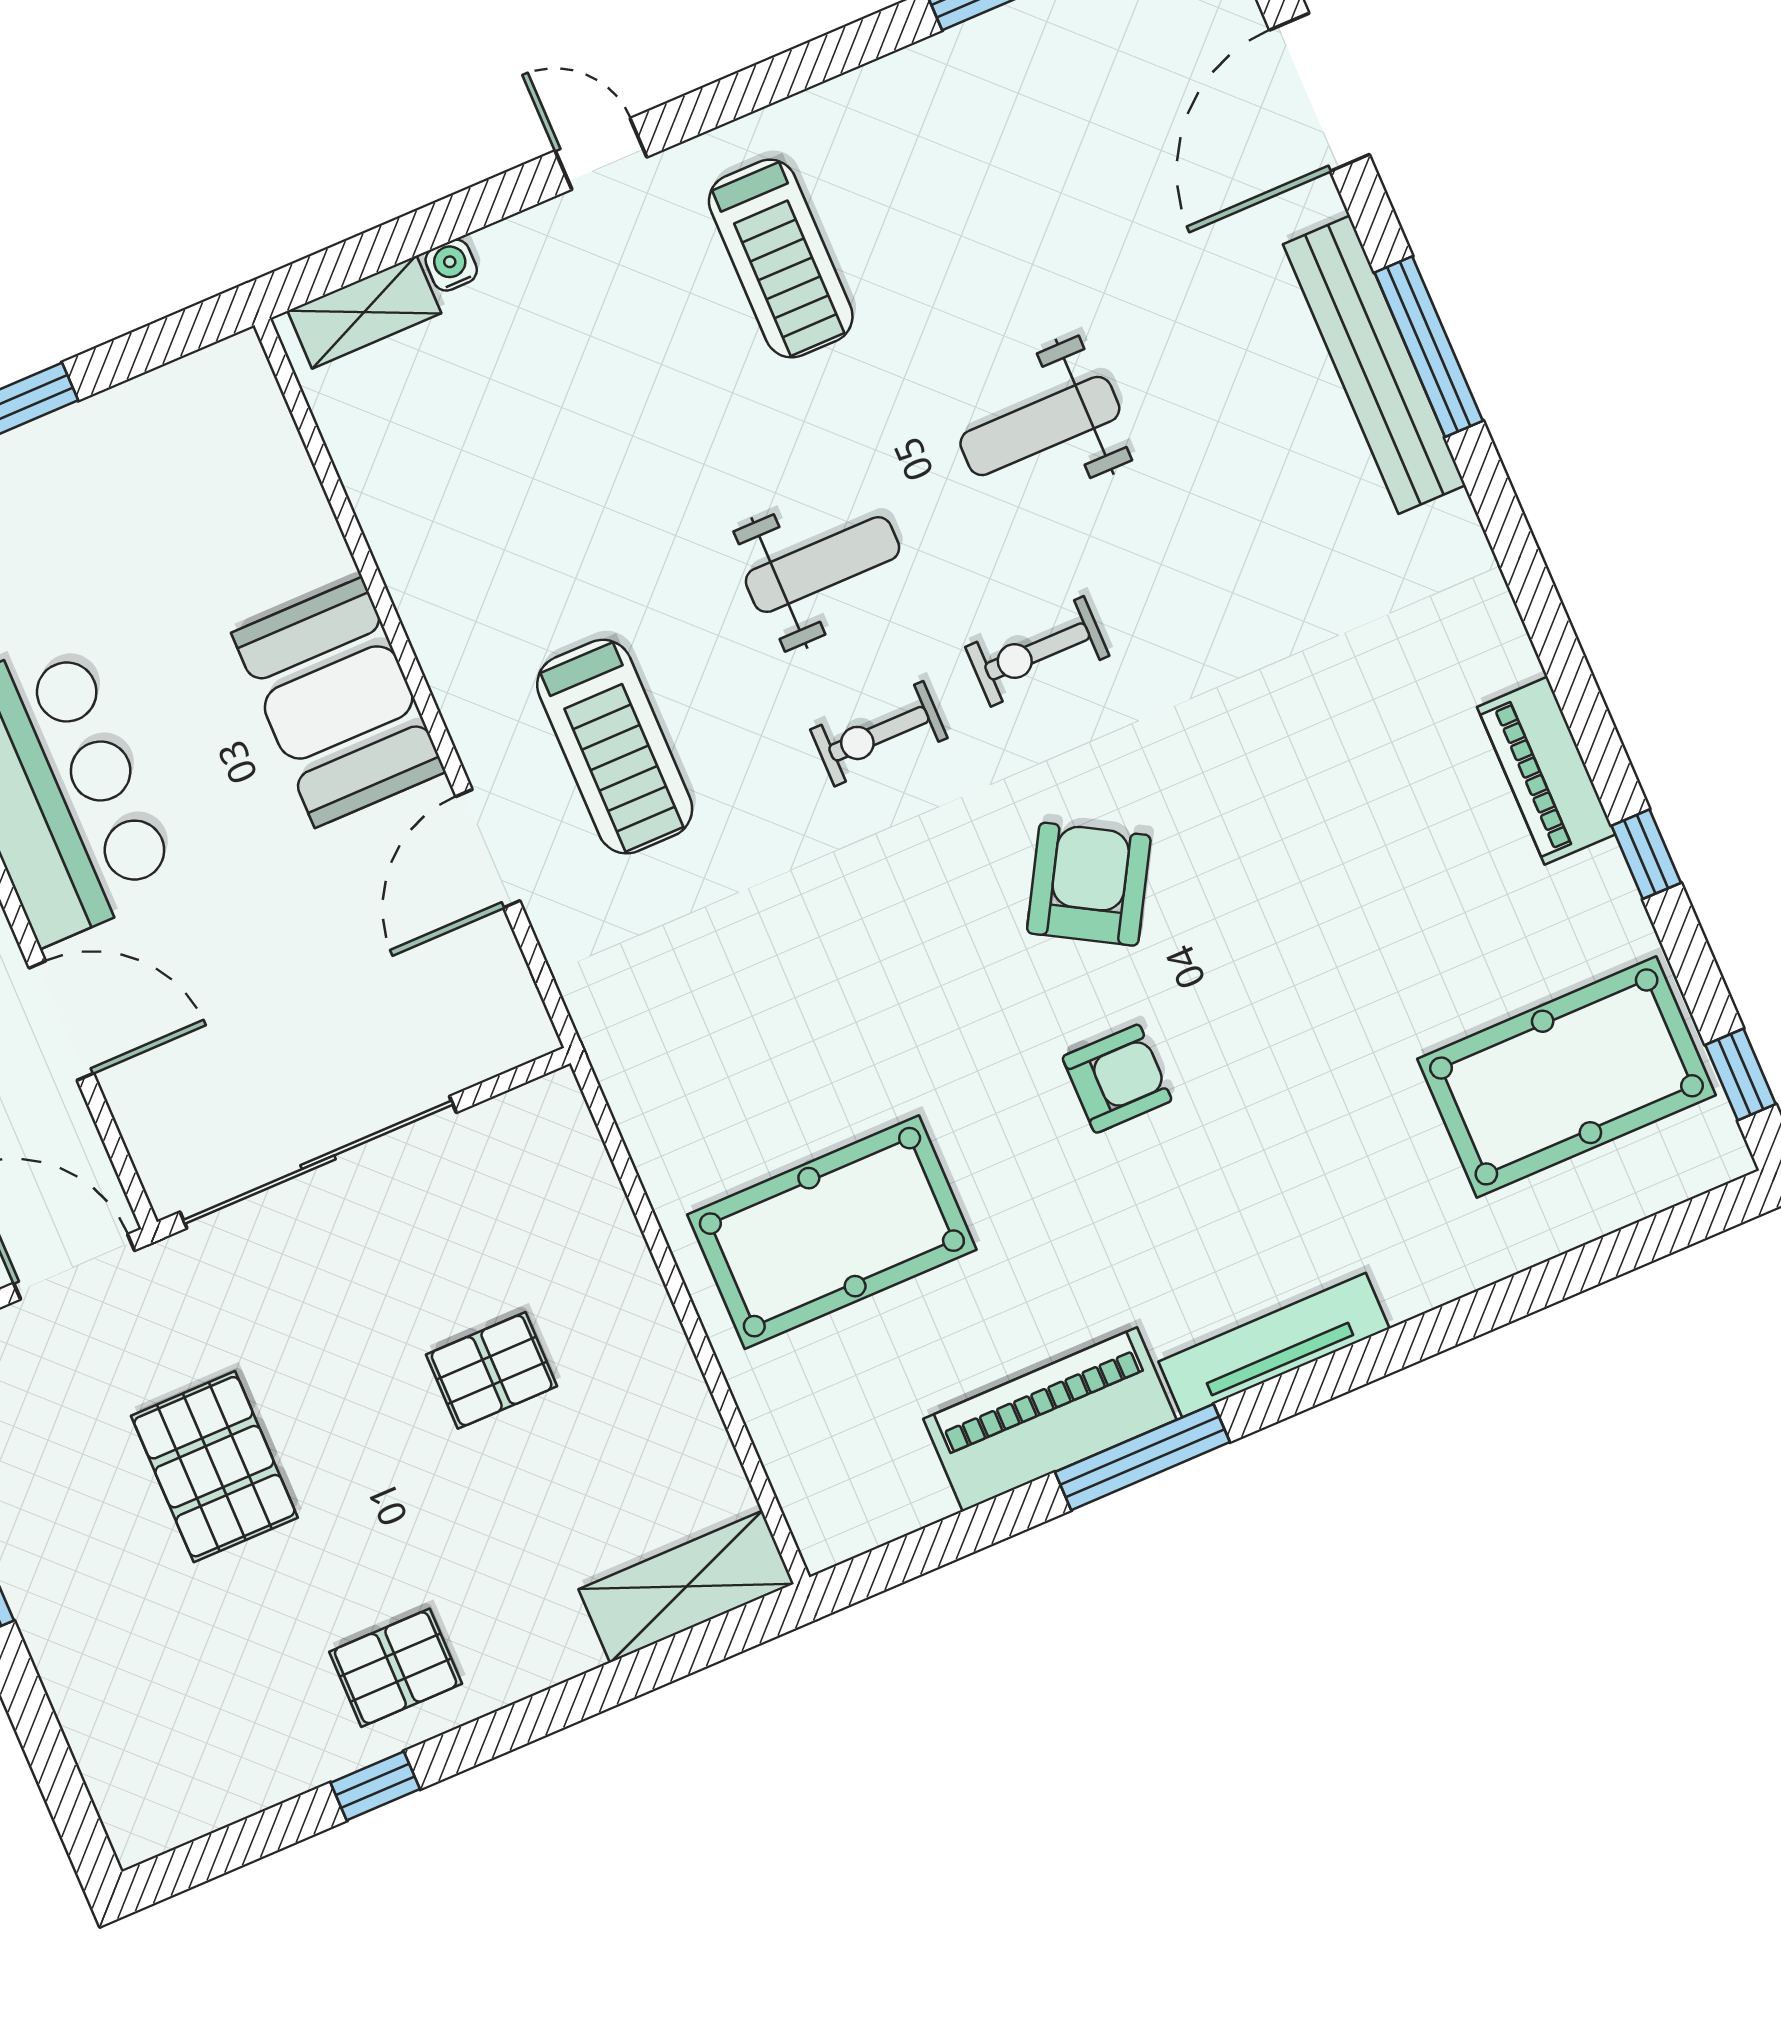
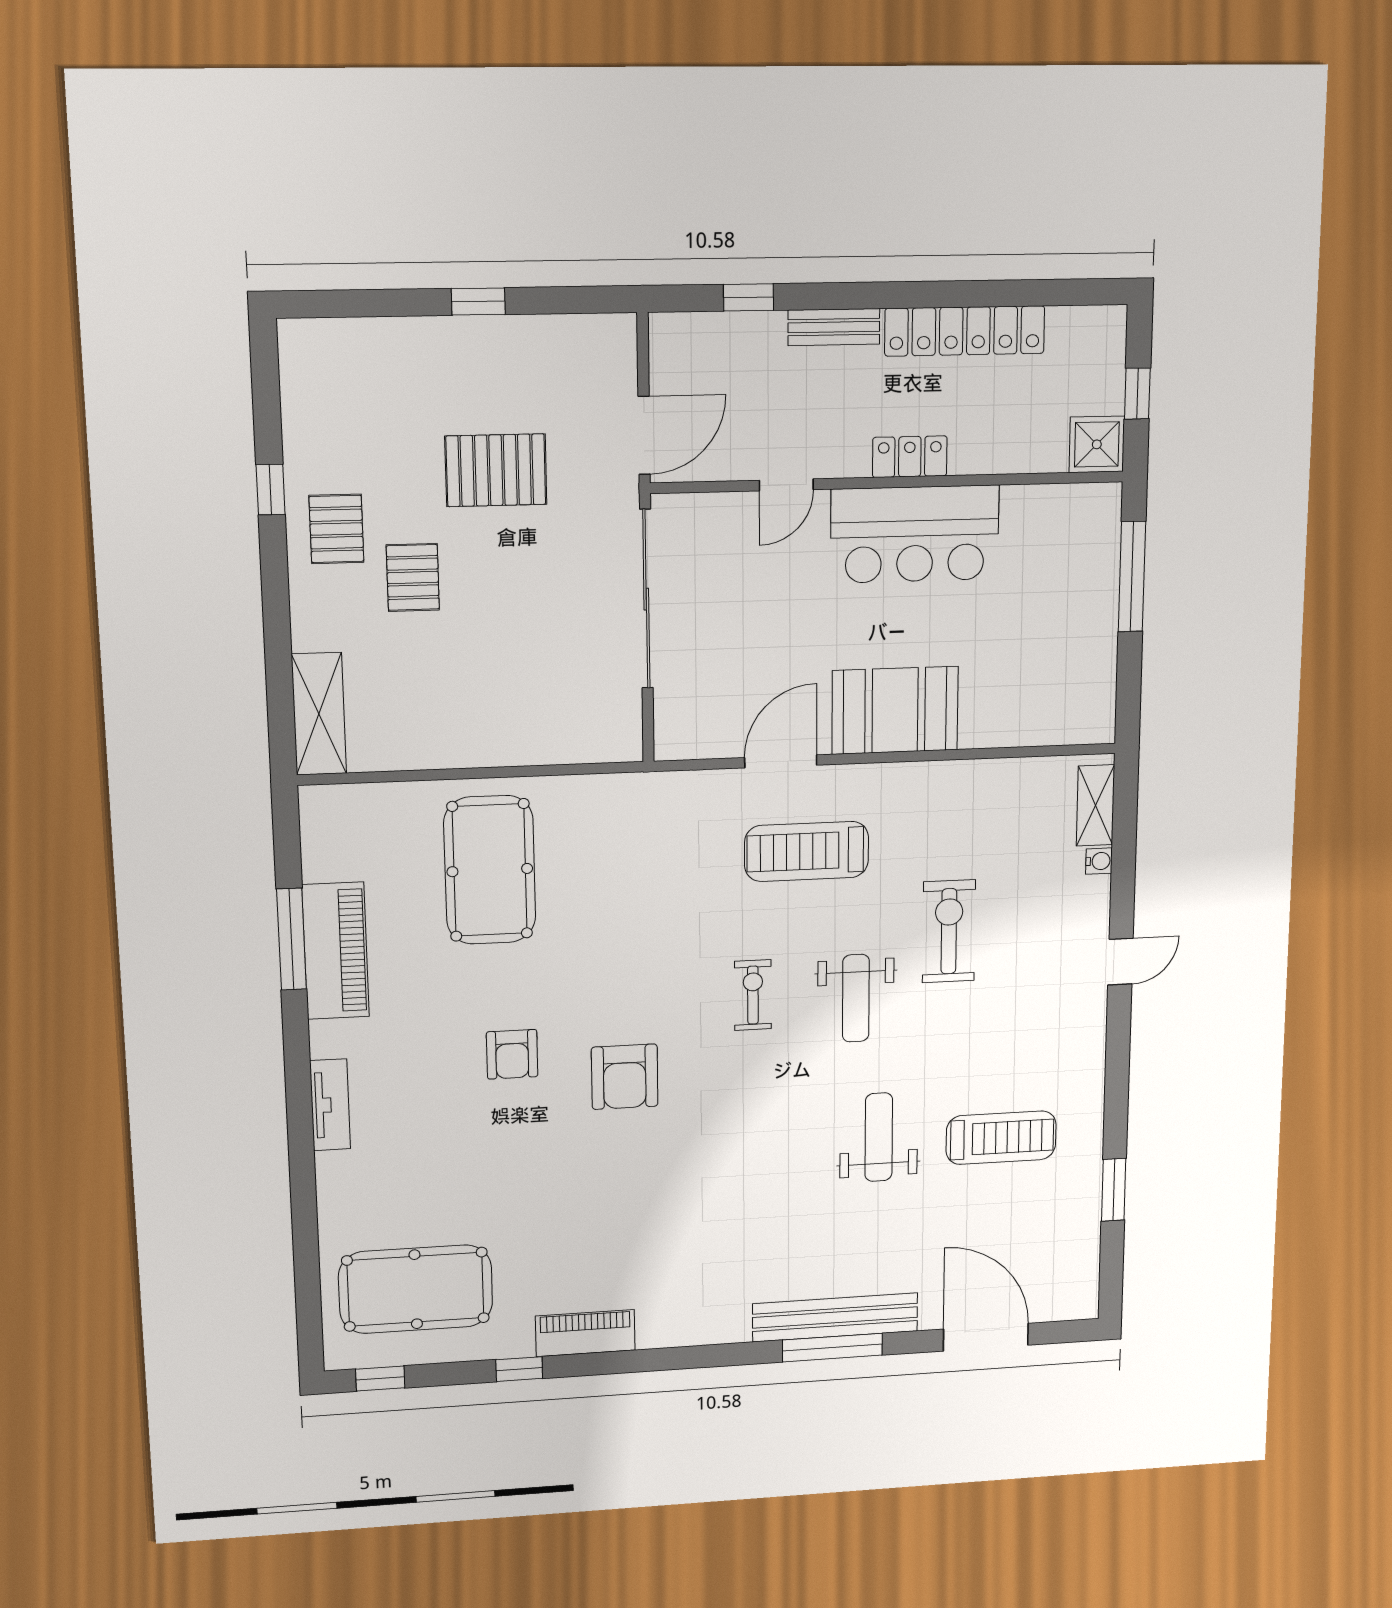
treadmill: (781, 259) -> (1001, 1138), moved, turned 180
exercise bike: (1037, 651) -> (949, 931), moved, width x1.38, depth x1.39
door: (488, 849) -> (781, 761), hinge flipped
armchair: (1089, 884) -> (625, 1077), turned 60
door: (61, 1021) -> (786, 485), width x0.73
pool table: (1567, 1077) -> (416, 1289), turned 90
tv unit: (1274, 1345) -> (330, 1105), width x0.71
pallet: (492, 1370) -> (413, 577), moved
window: (1142, 1457) -> (292, 939), moved

